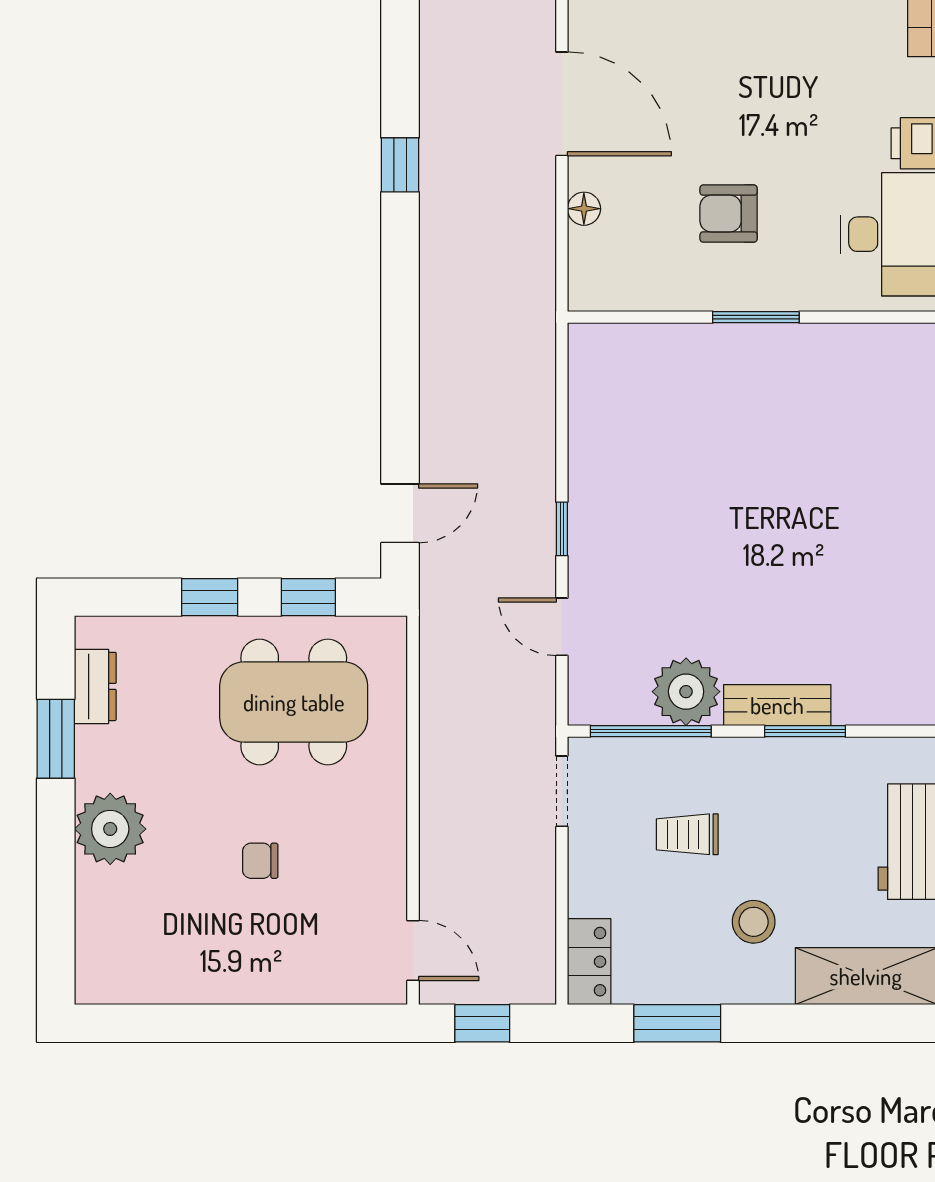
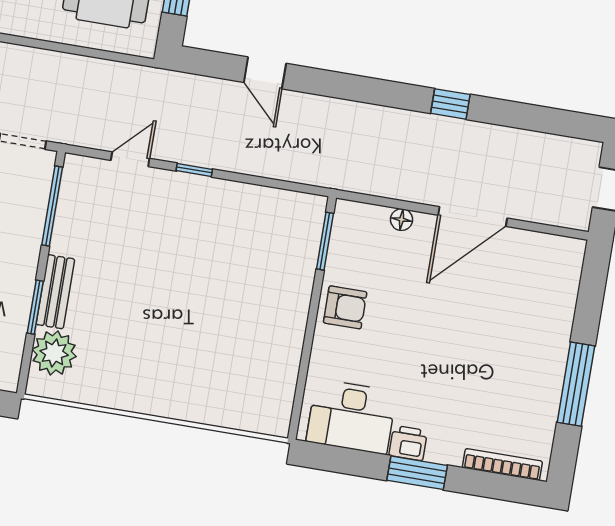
armchair: (729, 214) -> (345, 307), moved, turned 90
window: (756, 317) -> (325, 241), moved
door: (400, 513) -> (265, 73), moved
plant: (686, 692) -> (54, 353), moved

